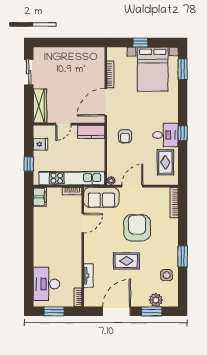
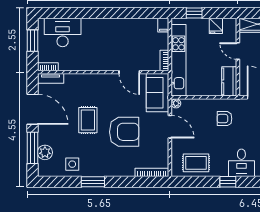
desk: (165, 135) -> (241, 163), moved
filing cabinet: (40, 197) -> (163, 25), width x0.50
tv unit: (88, 276) -> (51, 78), moved
window: (152, 311) -> (33, 148), width x1.44

